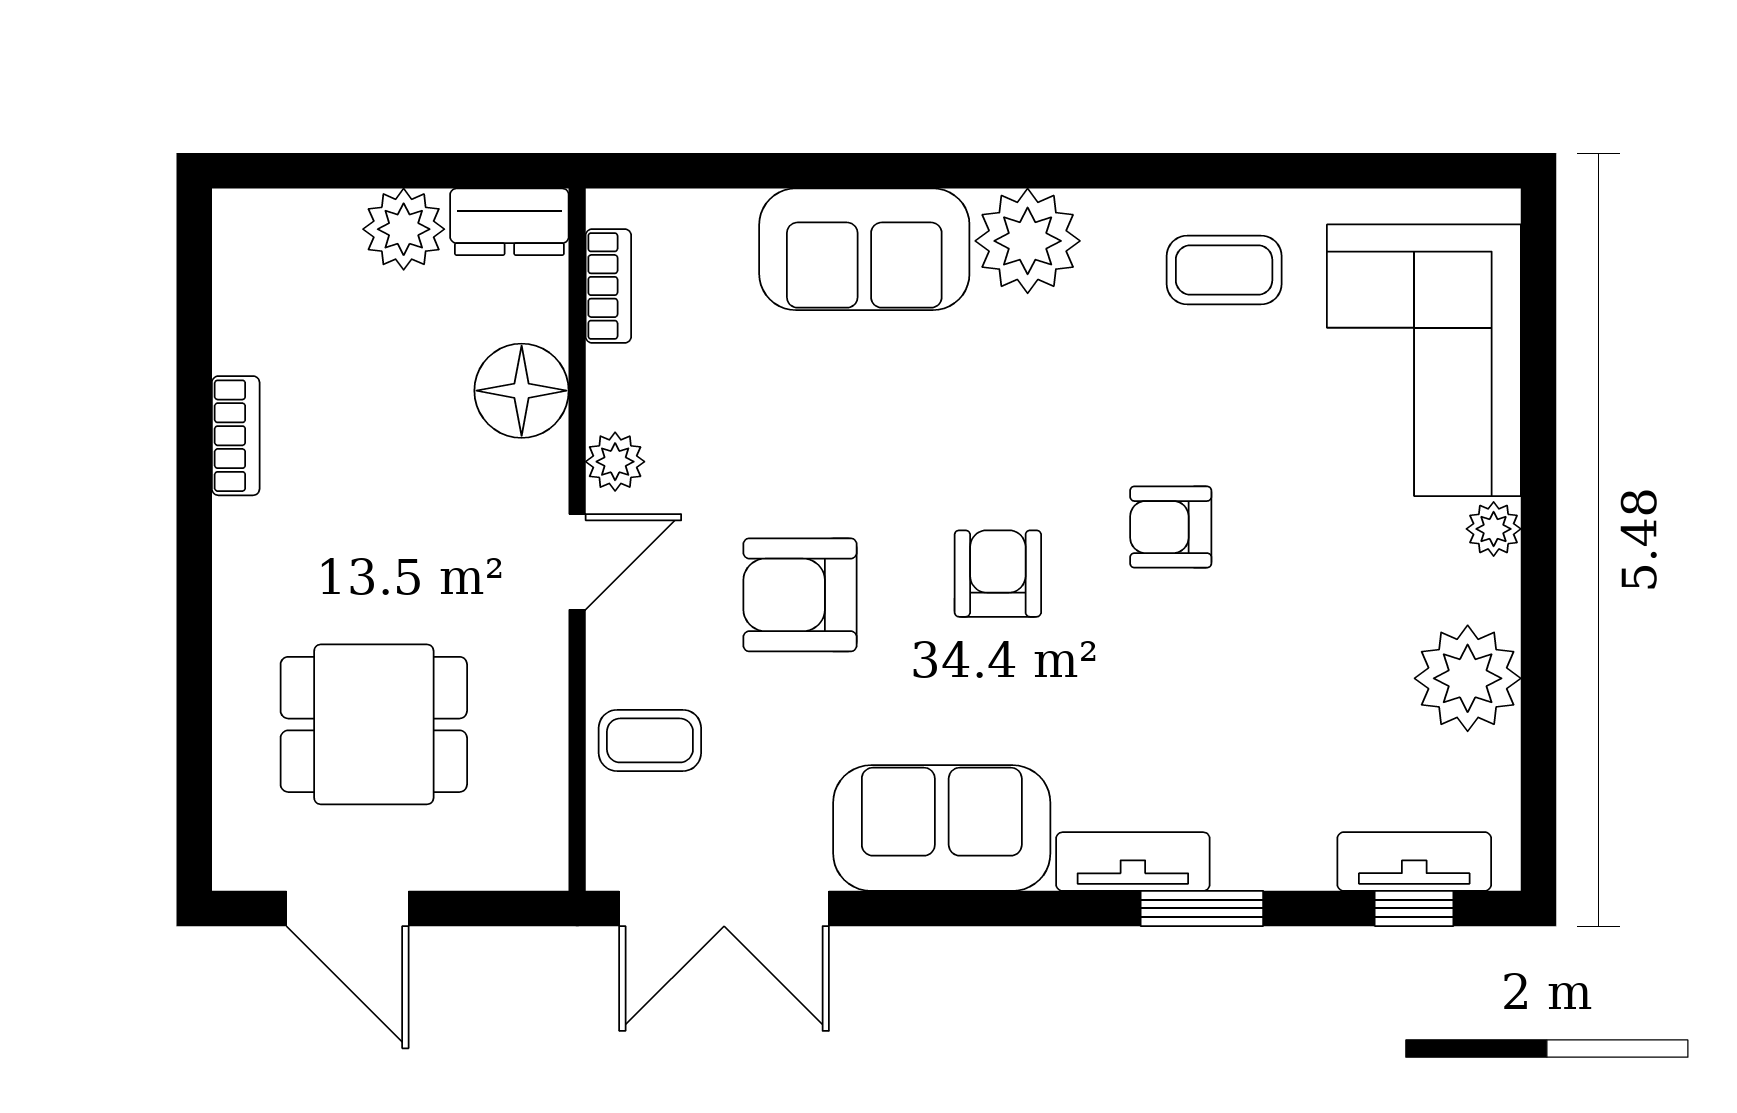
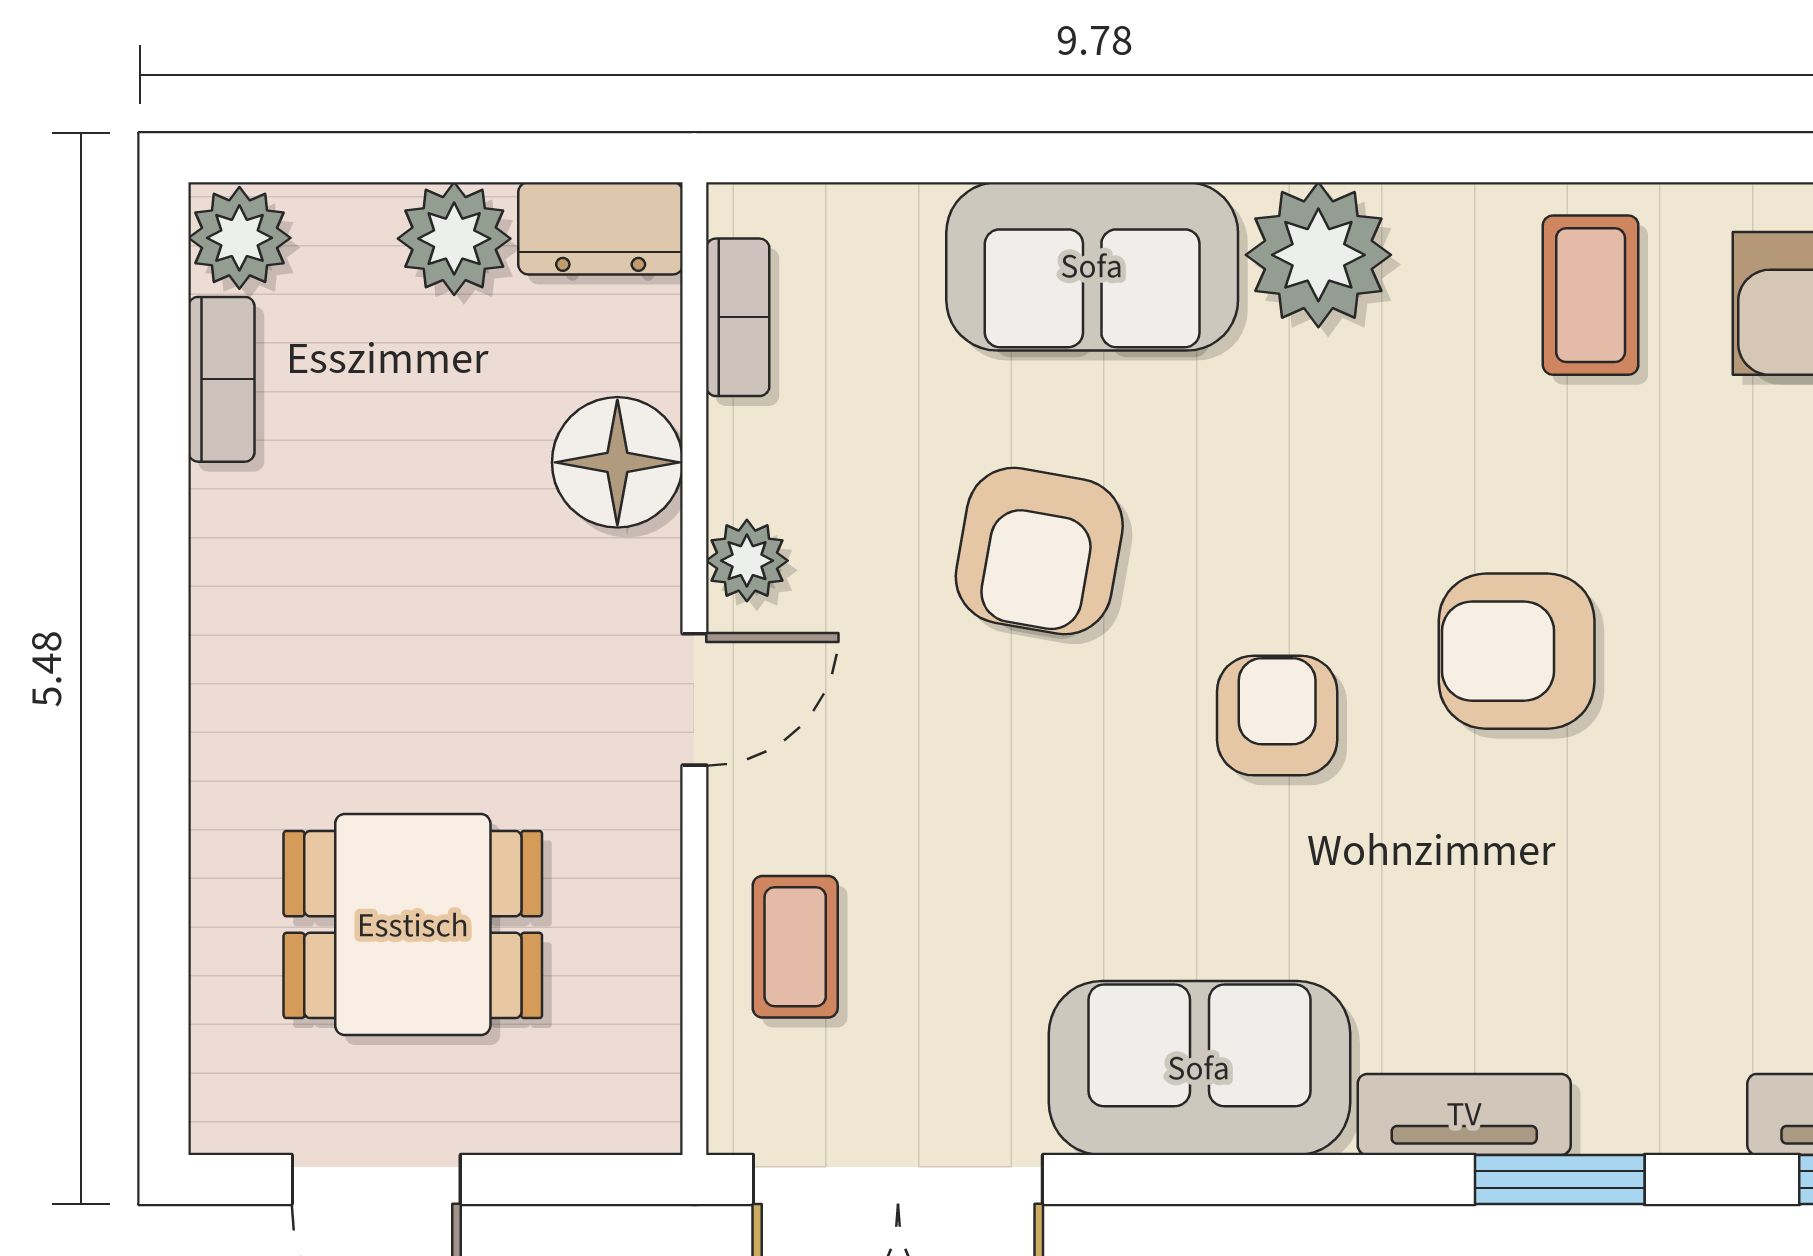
plant: (249, 229) -> (239, 238), added
coffee table: (1224, 270) -> (1591, 295), turned 90
bookcase: (236, 436) -> (221, 379), moved
armchair: (1171, 527) -> (1517, 651), width x1.38, depth x1.38
armchair: (800, 595) -> (1039, 551), moved, turned -80
coffee table: (650, 740) -> (795, 947), turned 90

